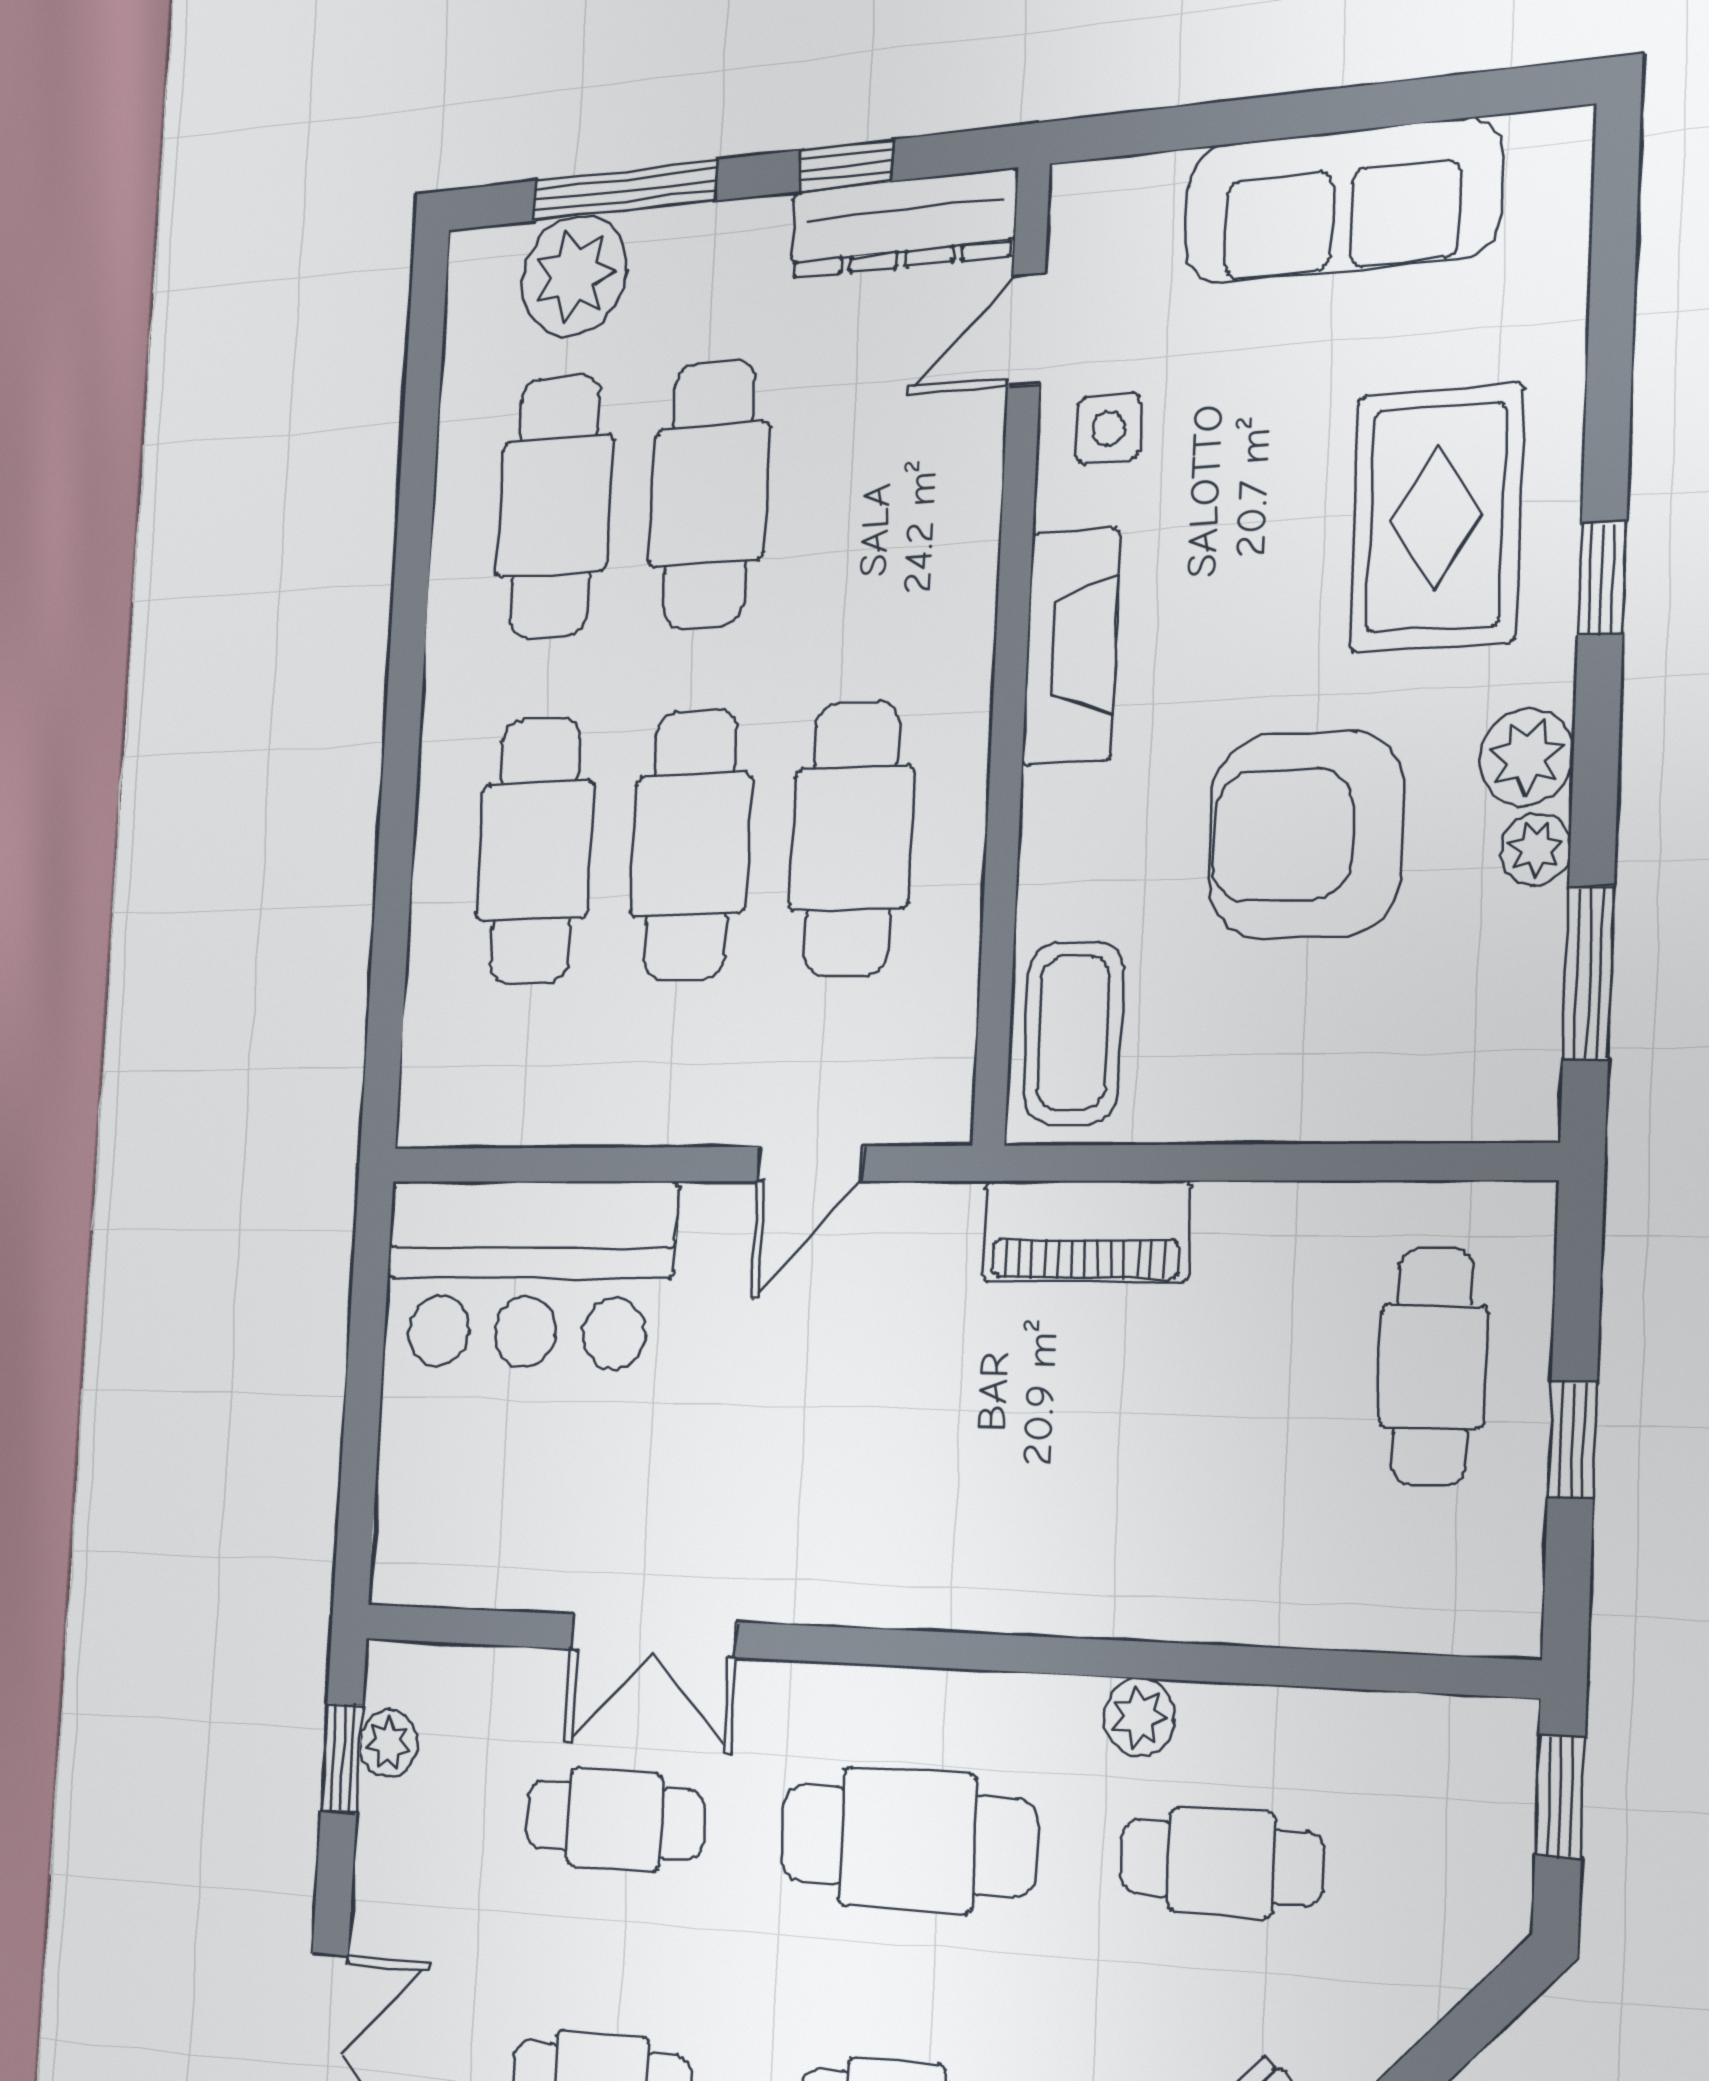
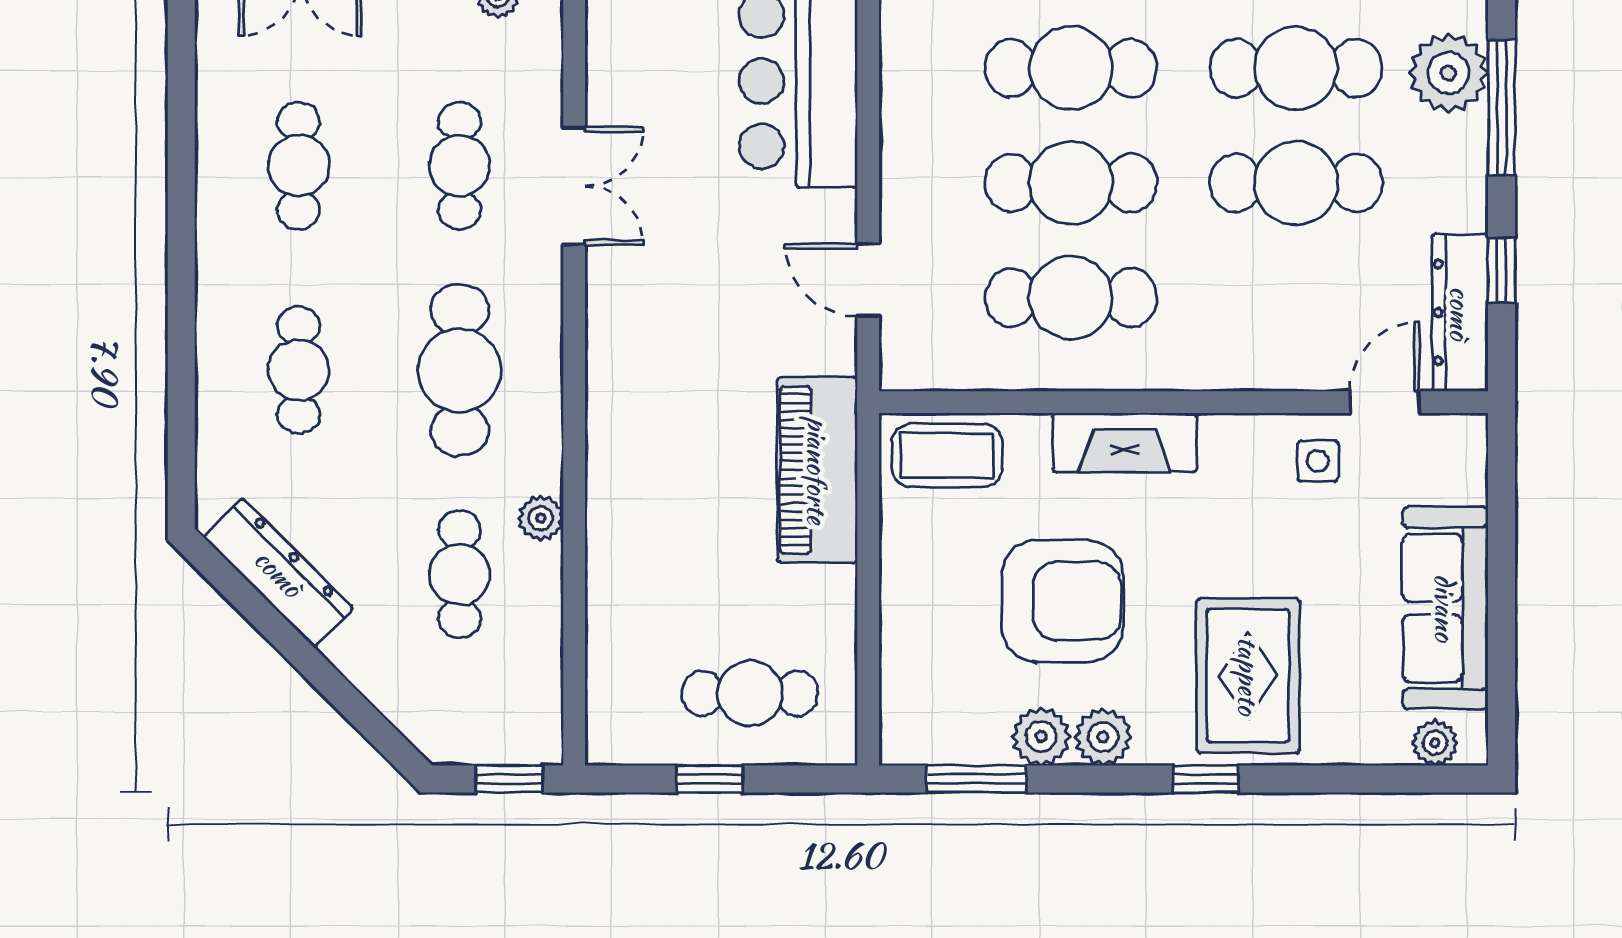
plant: (1556, 196) -> (1435, 743), added
door: (1026, 330) -> (1384, 402), hinge flipped
rug: (1436, 518) -> (1248, 676), turned 90
fireplace: (1071, 646) -> (1125, 442), moved
armchair: (1305, 835) -> (1062, 601), turned 90
plant: (1536, 849) -> (1041, 737), width x1.38, depth x1.38
piano: (1086, 1231) -> (817, 470), width x1.37, depth x1.33
double door: (653, 1636) -> (574, 186), swing flipped

